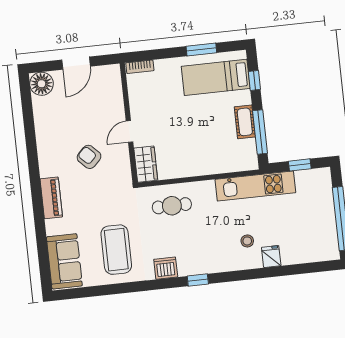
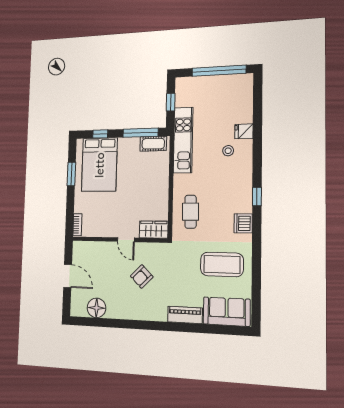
bed: (216, 77) -> (99, 165), width x1.50
floor lamp: (42, 84) -> (96, 308), moved
cot: (245, 122) -> (153, 144), moved
piano: (51, 198) -> (185, 315), moved

